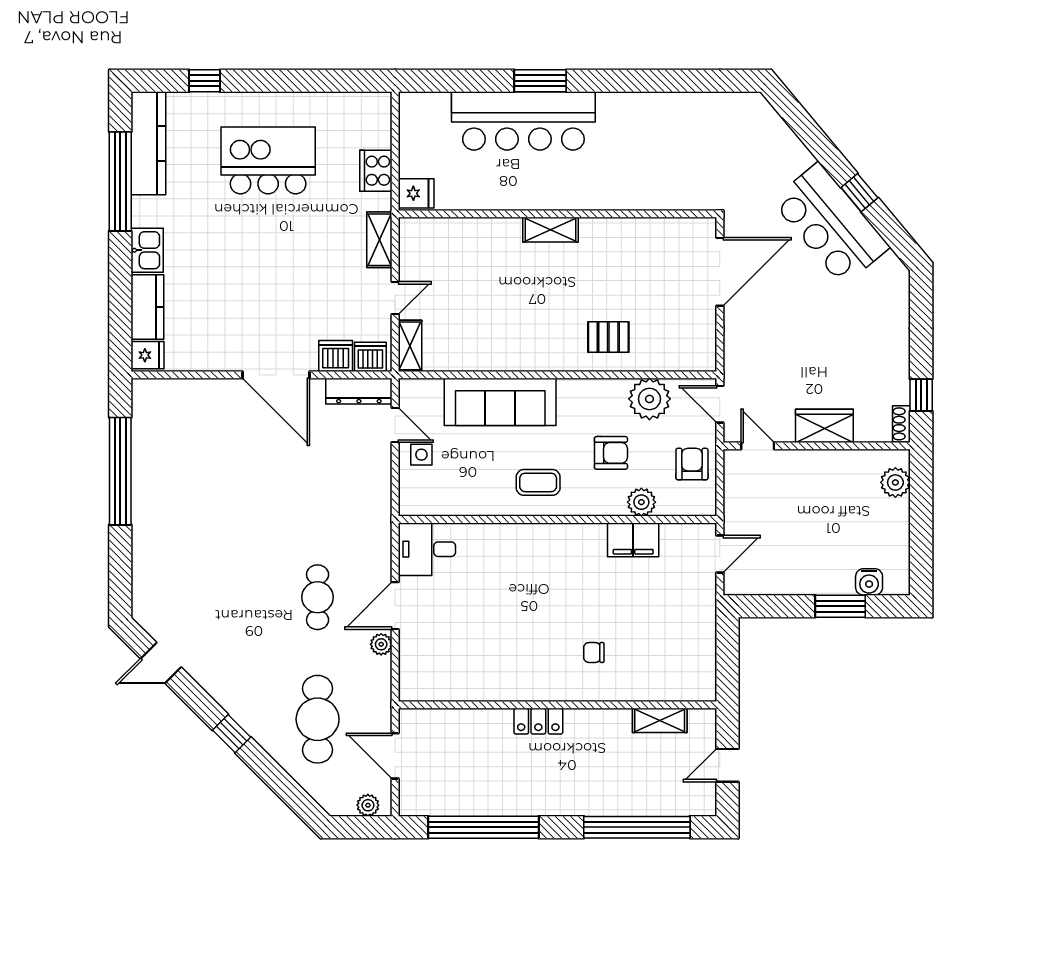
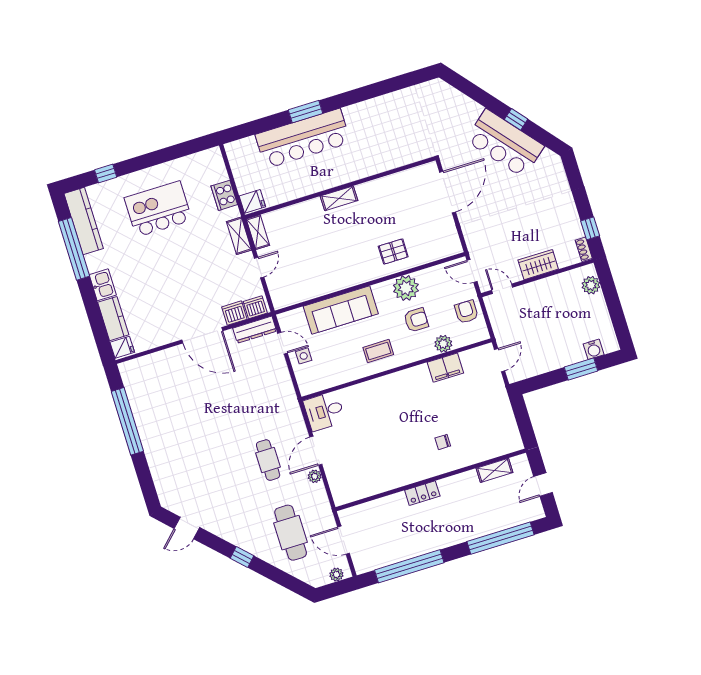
shelving: (410, 346) -> (258, 232), moved
plant: (649, 399) -> (406, 288), moved

